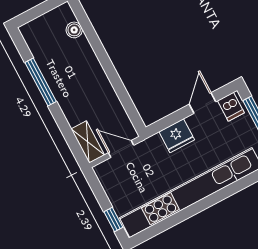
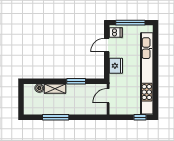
window: (117, 84) -> (76, 81), added
door: (202, 103) -> (107, 45), hinge flipped
shelving: (88, 142) -> (55, 89), moved

